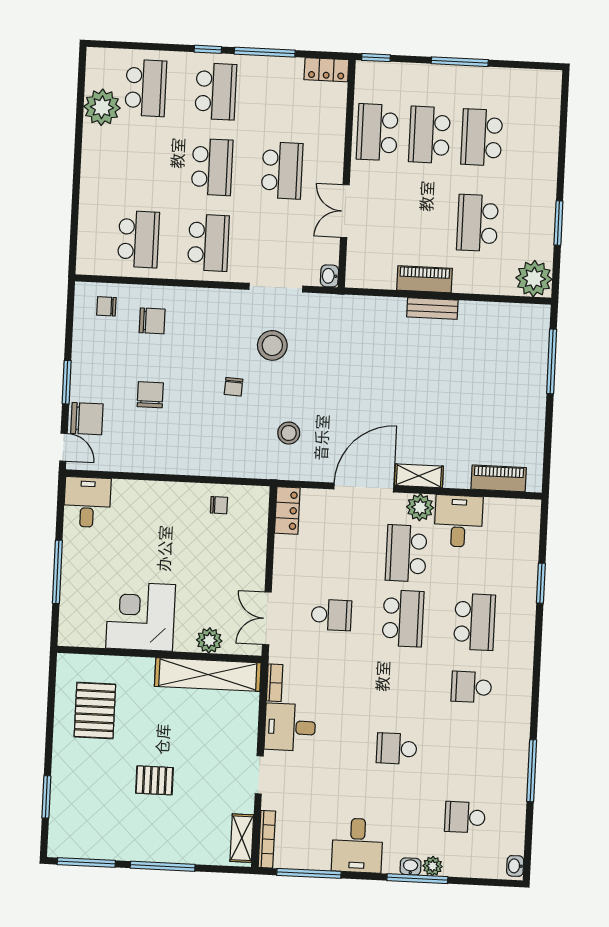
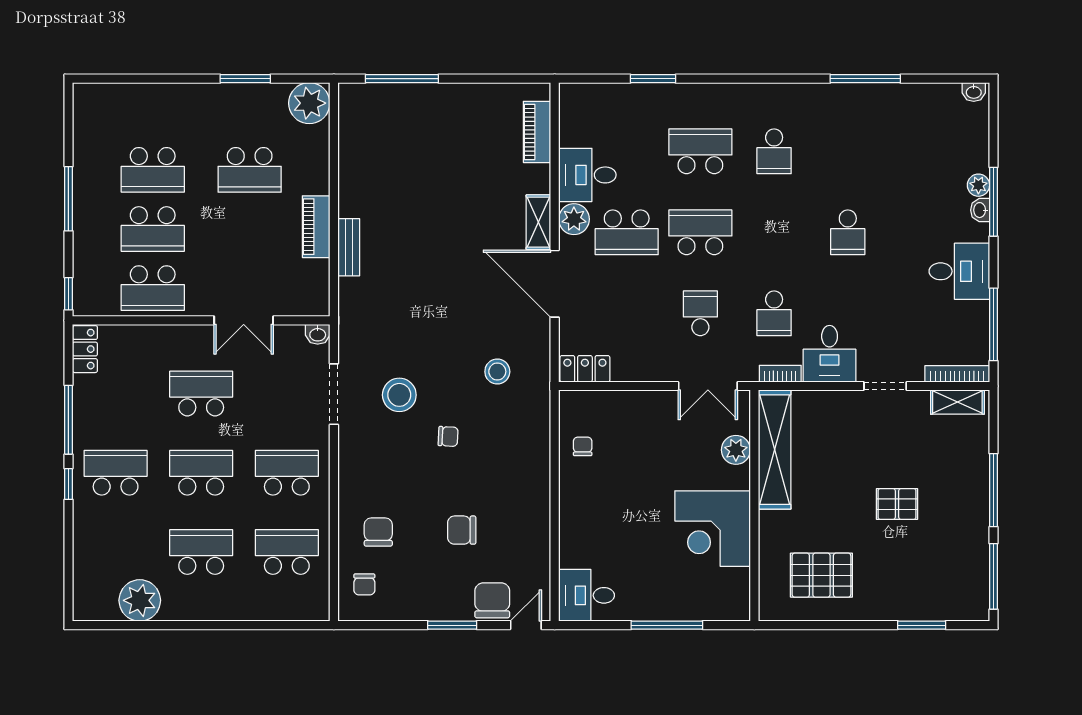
school desk: (146, 88) -> (201, 552), moved
bench: (432, 308) -> (349, 247), moved
pallet: (154, 780) -> (897, 504), turned 90
school desk: (465, 817) -> (774, 313), moved

